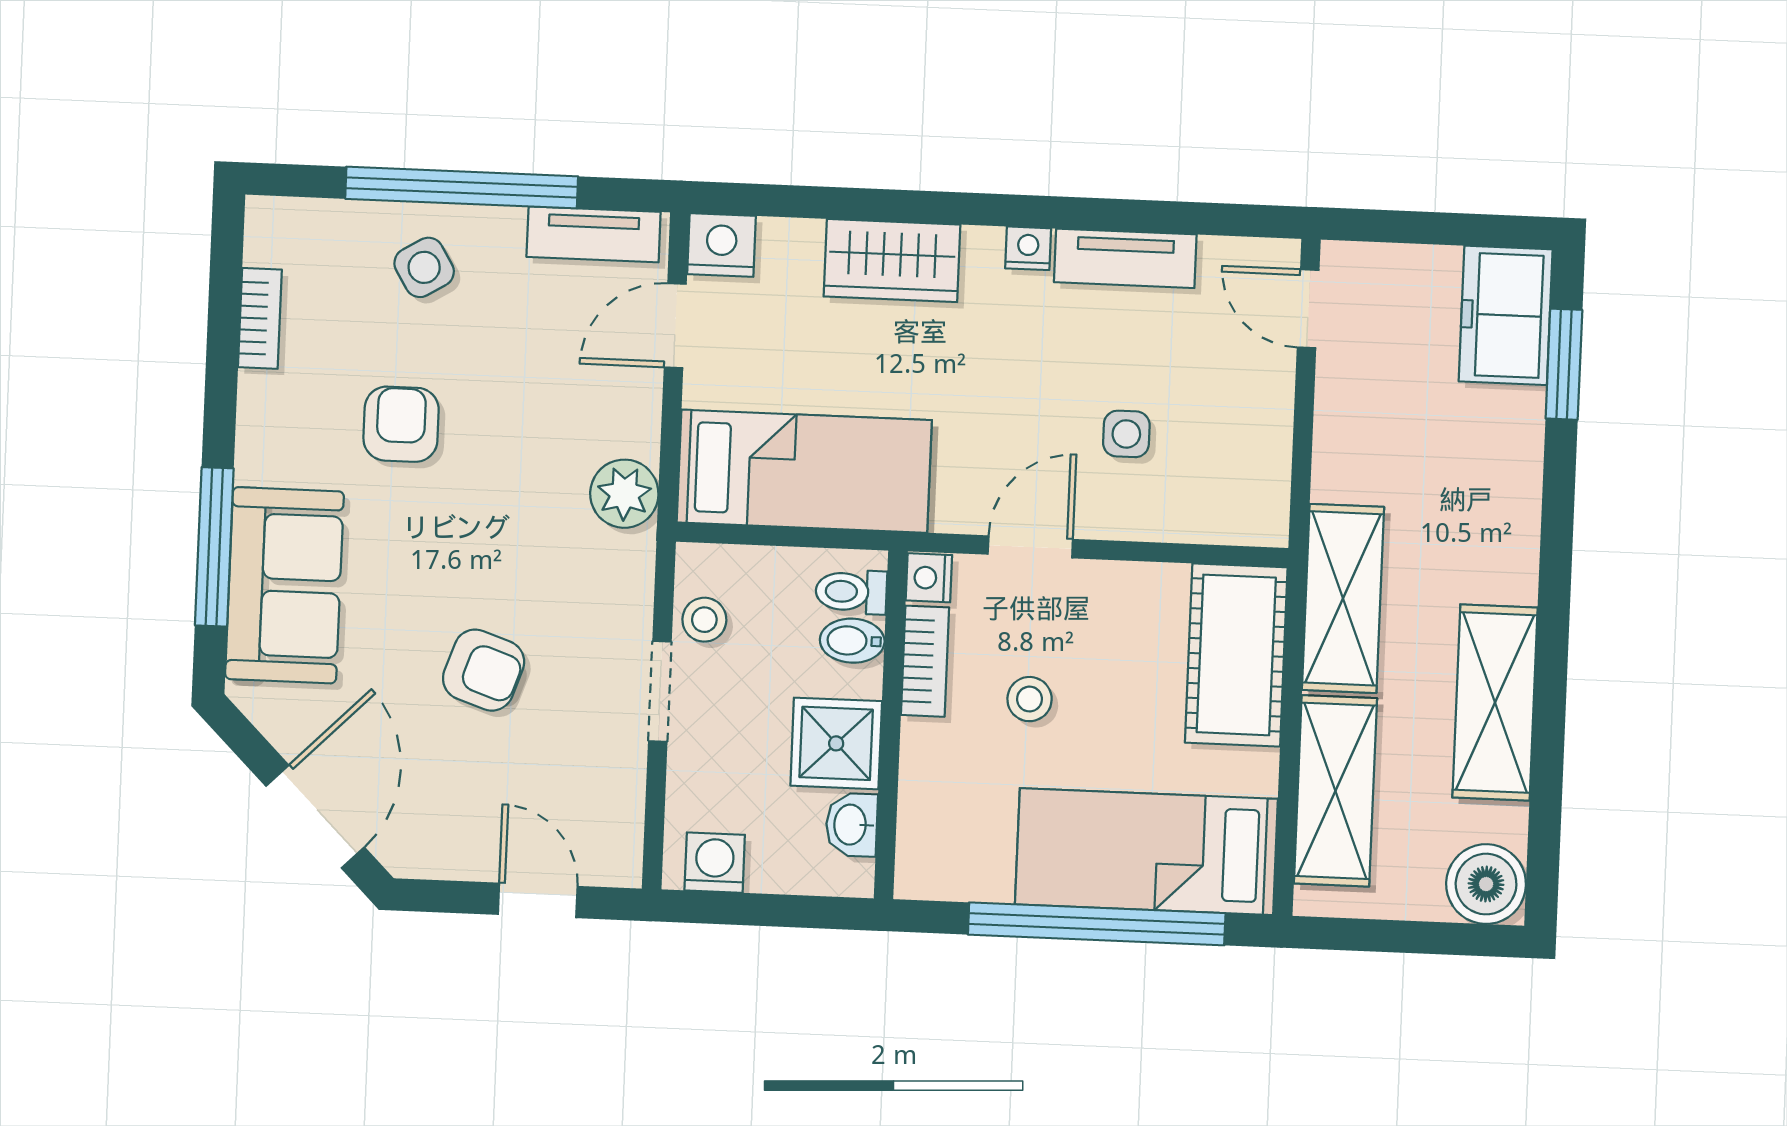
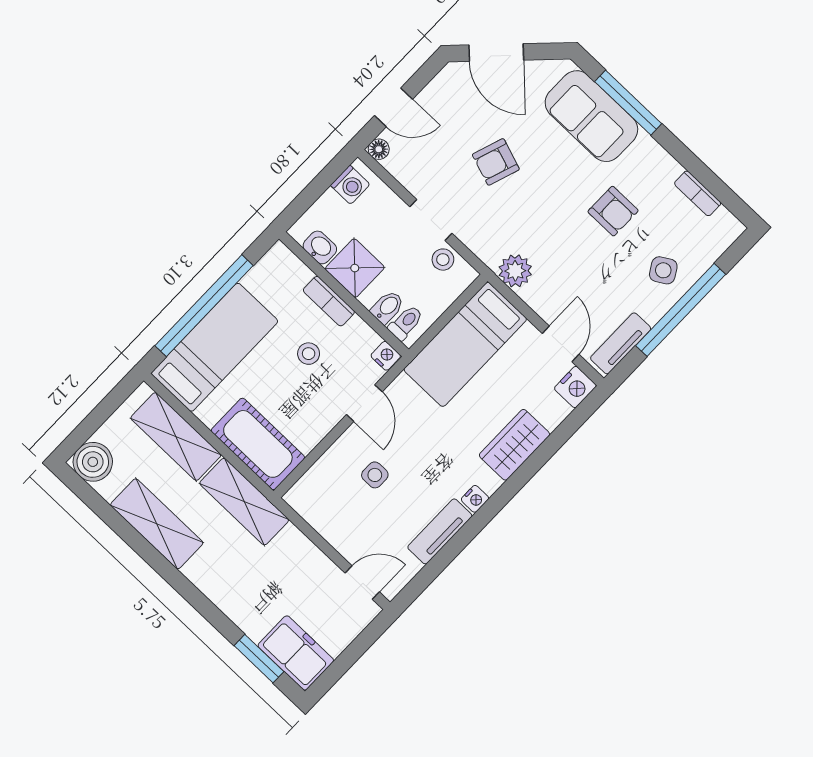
bookcase: (925, 661) -> (329, 301), moved
floor lamp: (622, 867) -> (379, 149), added

